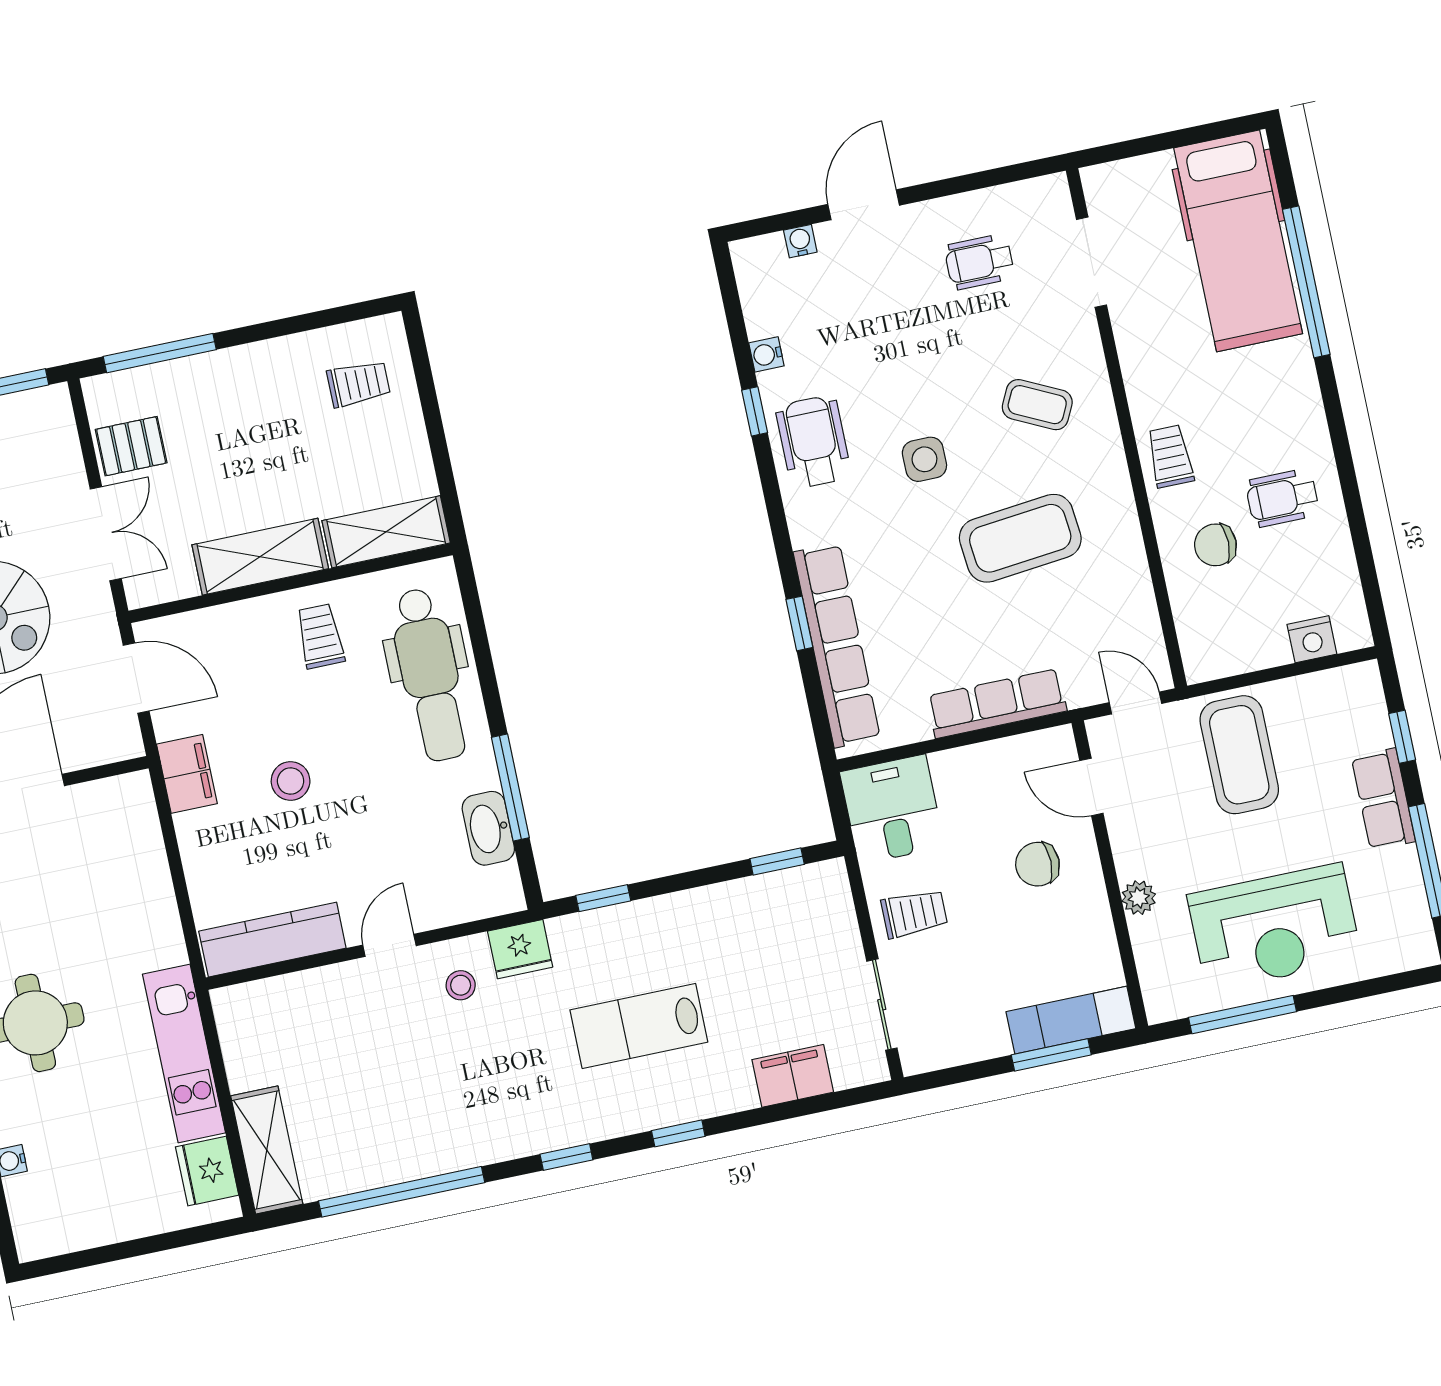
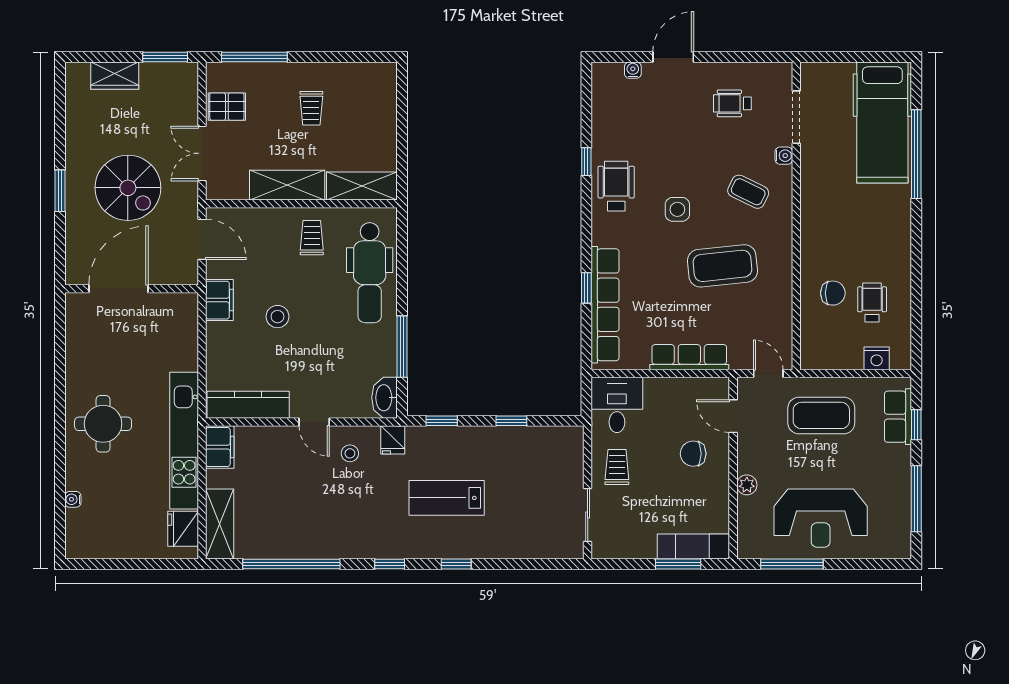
water cooler: (766, 354) -> (784, 156), moved, turned 180
trolley: (359, 384) -> (311, 108), moved, turned 90
trolley: (1170, 456) -> (818, 237), removed
wheelchair: (1282, 498) -> (872, 302), moved, turned 90
double door: (106, 534) -> (202, 153), swing flipped
chair: (1215, 545) -> (833, 293), turned 180
coffee table: (1239, 755) -> (821, 415), turned 90
row of seats: (1383, 799) -> (898, 417), moved
washbasin: (488, 828) -> (385, 398), moved
window: (777, 861) -> (511, 421), moved
trolley: (914, 914) -> (617, 467), turned -90
door: (389, 945) -> (314, 422), swing flipped
fridge: (520, 949) -> (393, 440), width x0.72
kitchen unit: (184, 1053) -> (184, 441), width x1.36
filing cabinet: (793, 1076) -> (220, 447), moved, turned 90

